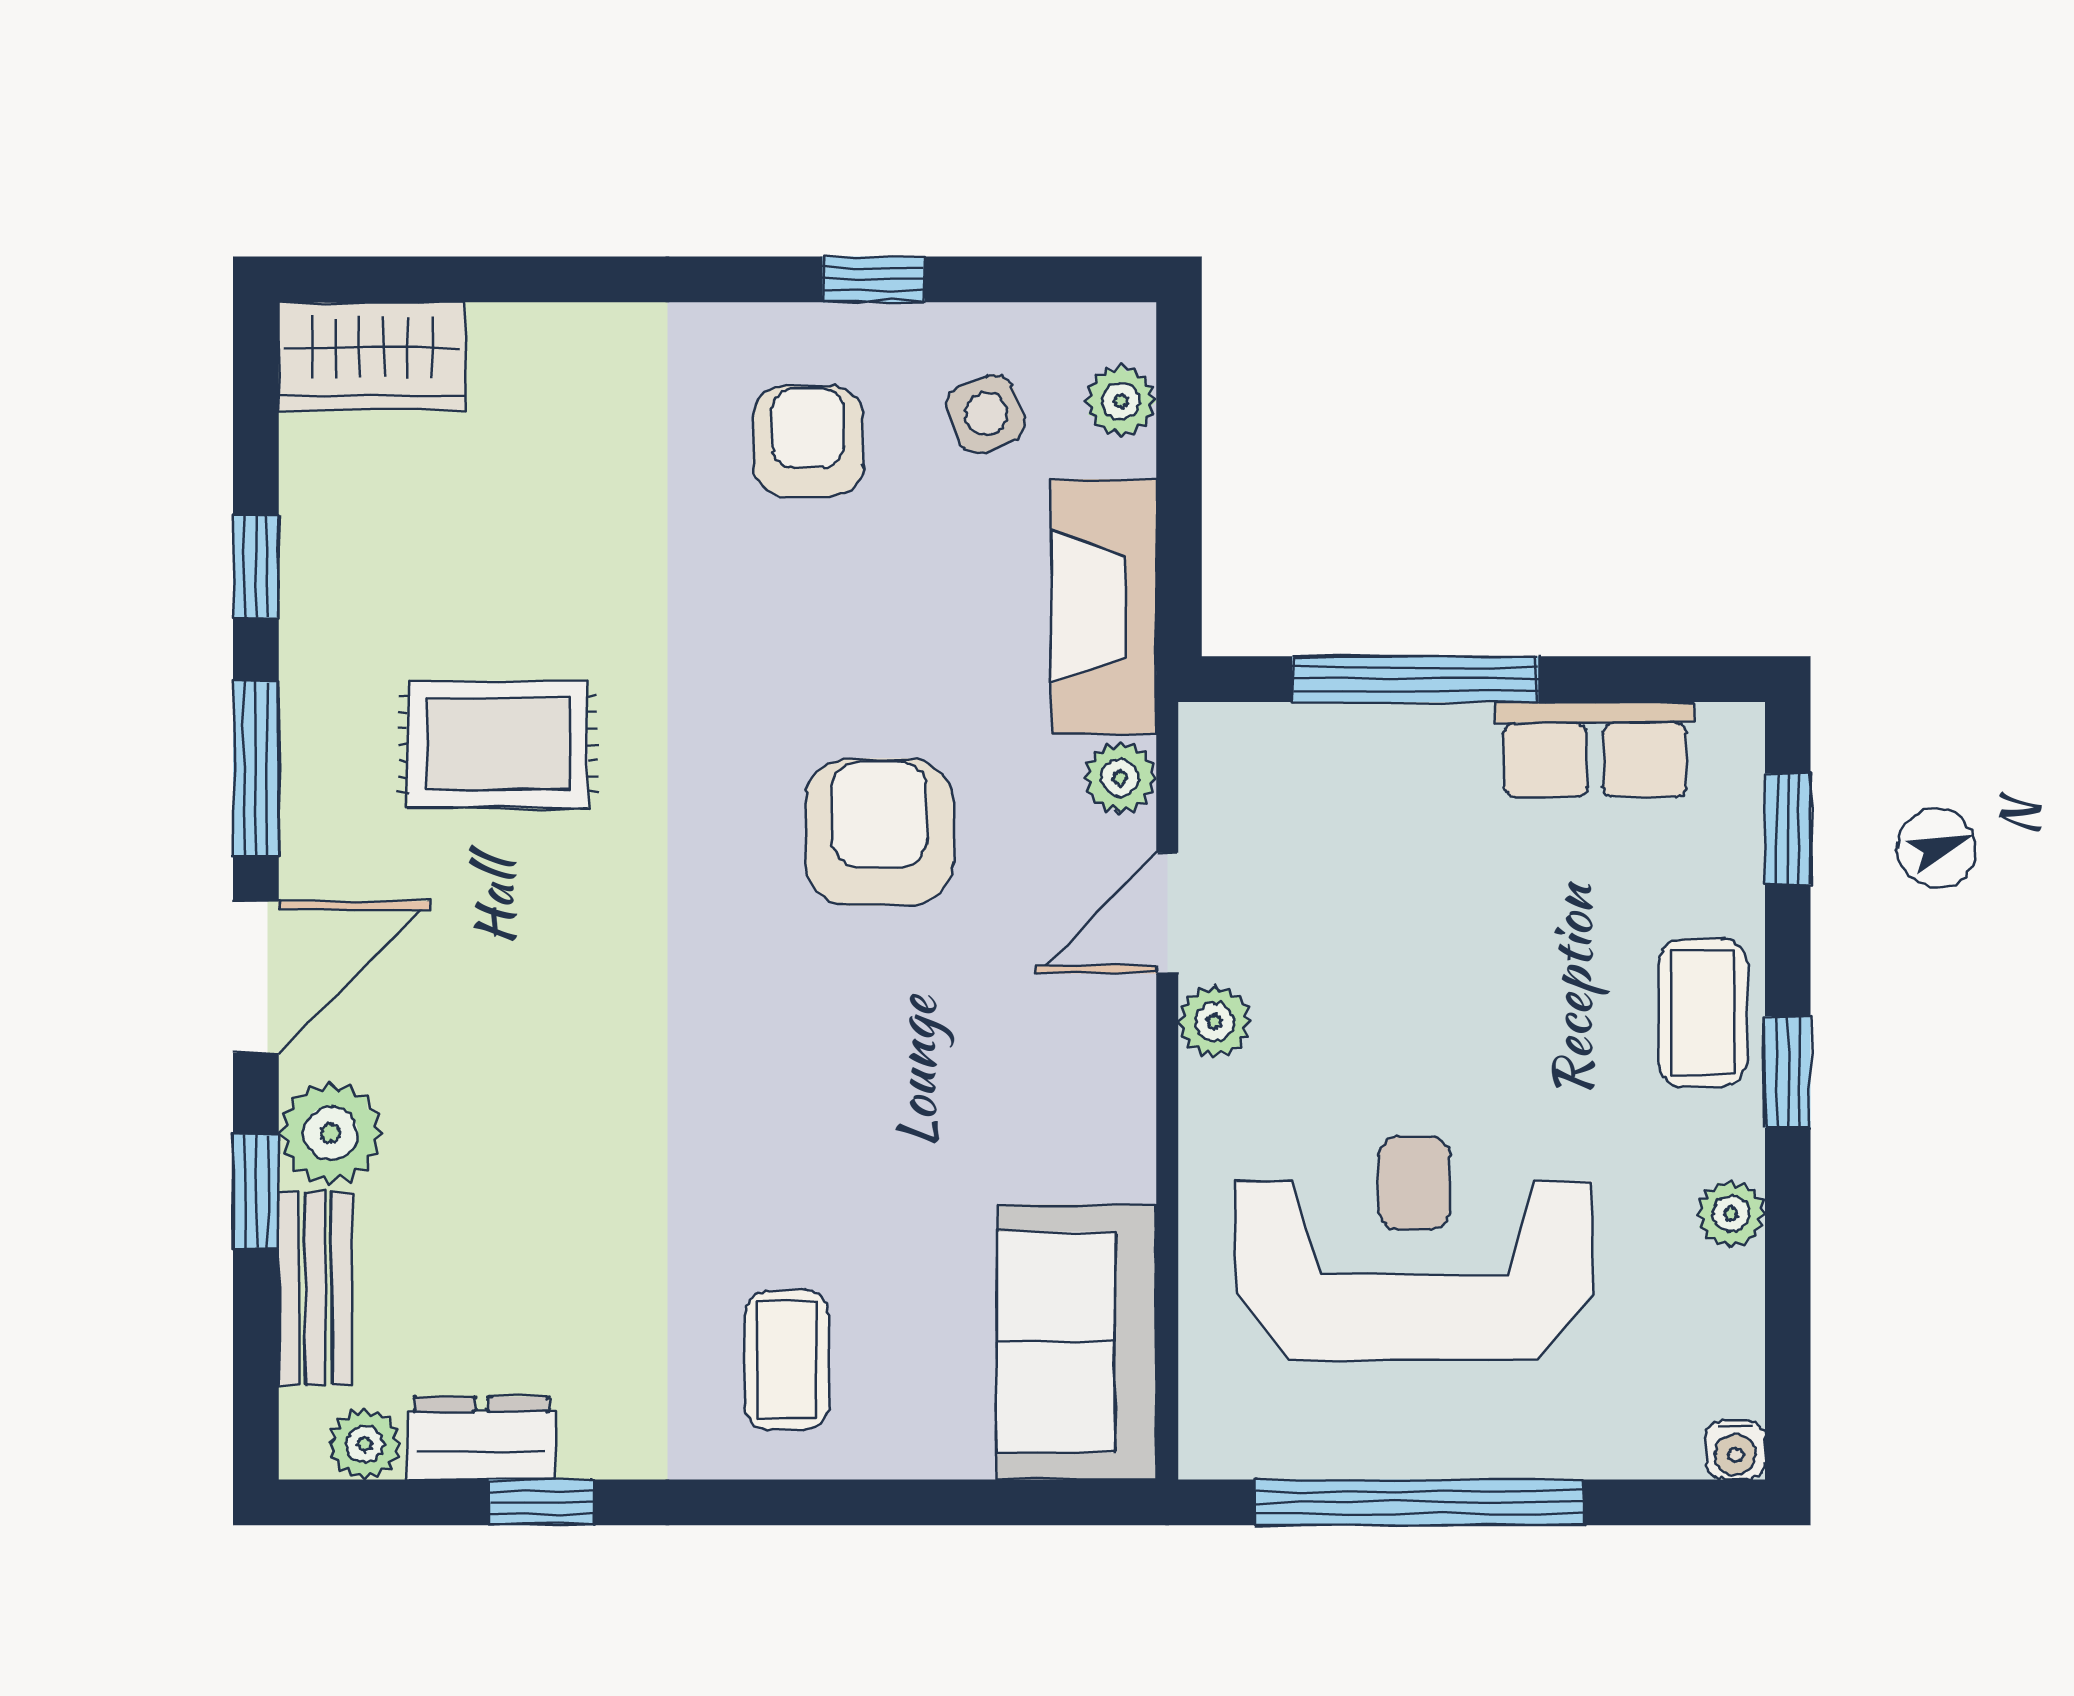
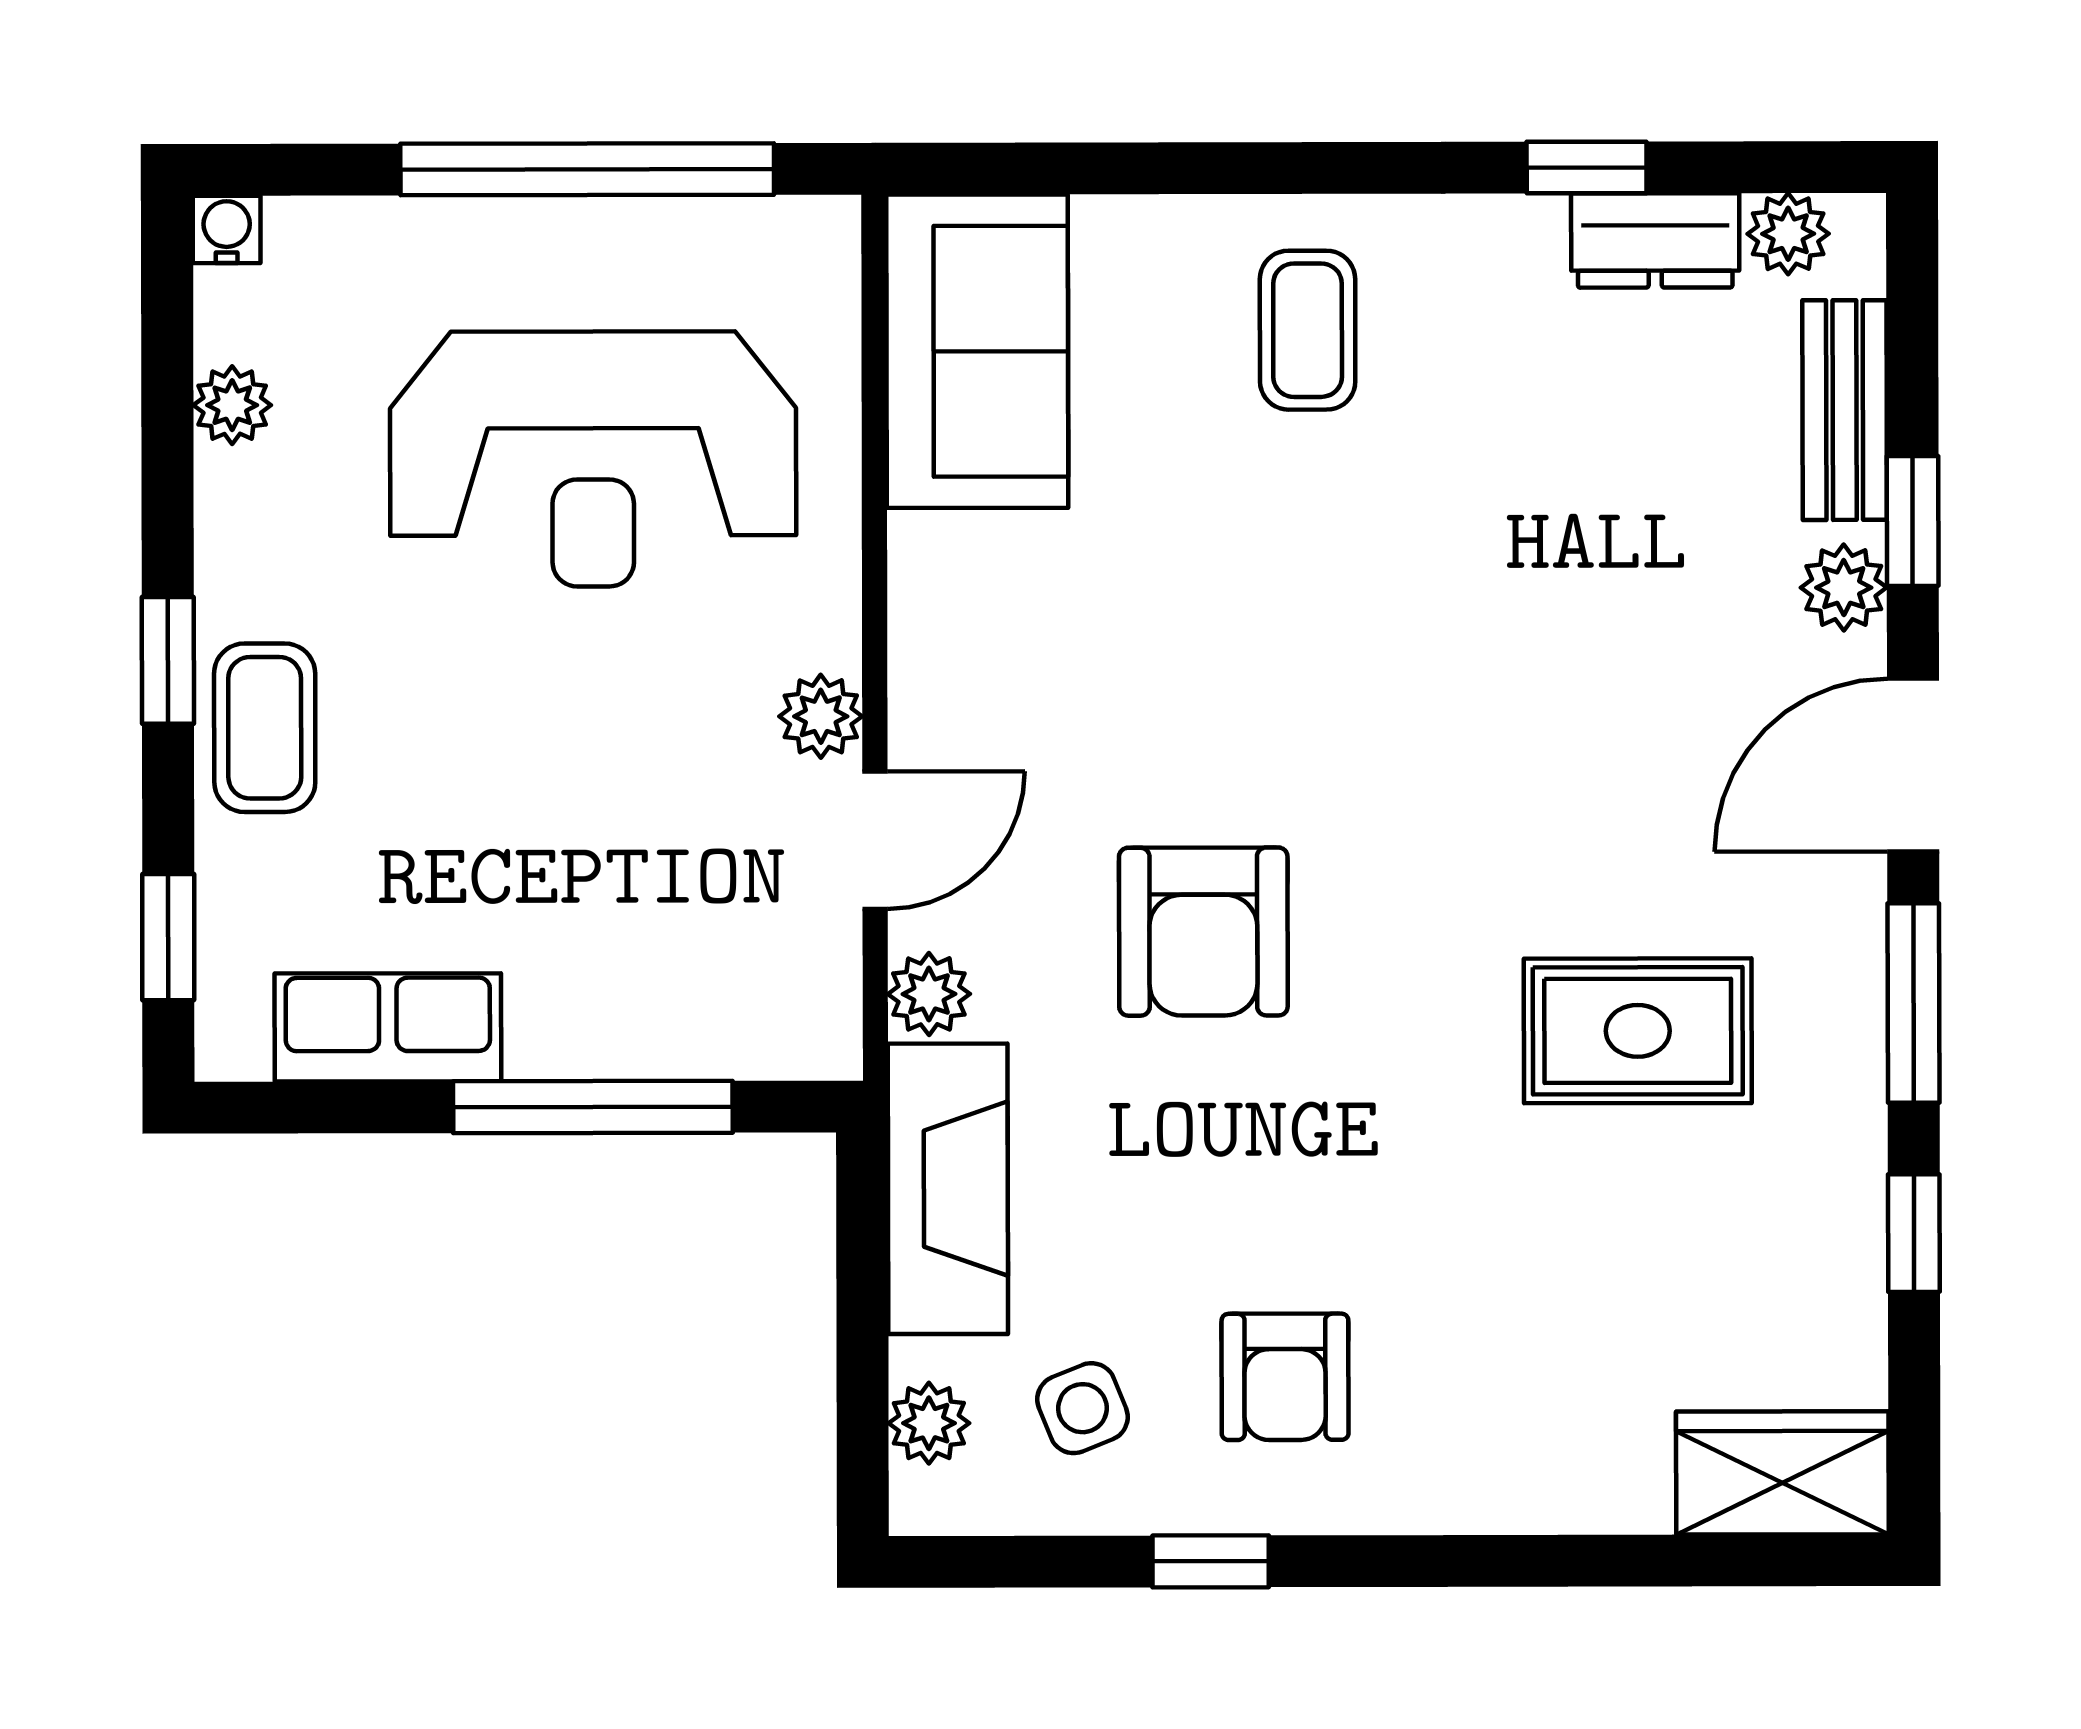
plant: (331, 1133) -> (1844, 588), width x0.73, depth x0.73
plant: (1731, 1214) -> (232, 405), moved

